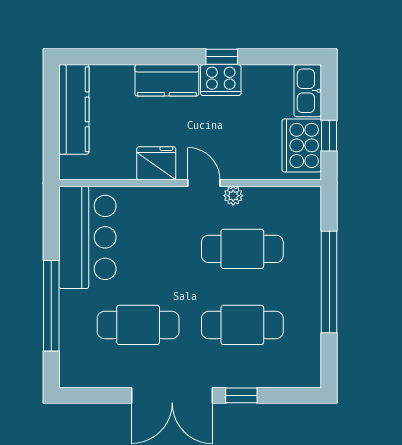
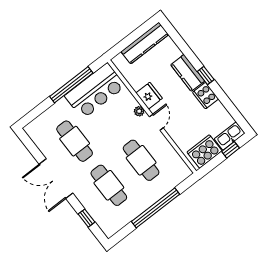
window: (222, 57) -> (206, 76), moved
window: (329, 136) -> (230, 150), moved
plant: (233, 196) -> (139, 111), moved
window: (51, 306) -> (71, 85), moved
window: (241, 395) -> (87, 218), moved

